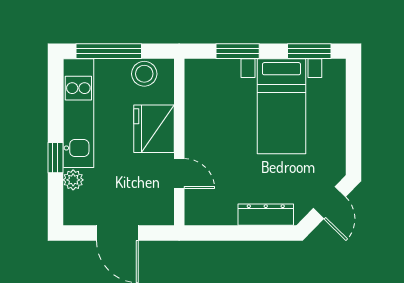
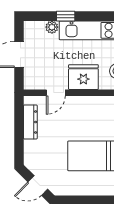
dresser: (266, 215) -> (30, 122), moved

